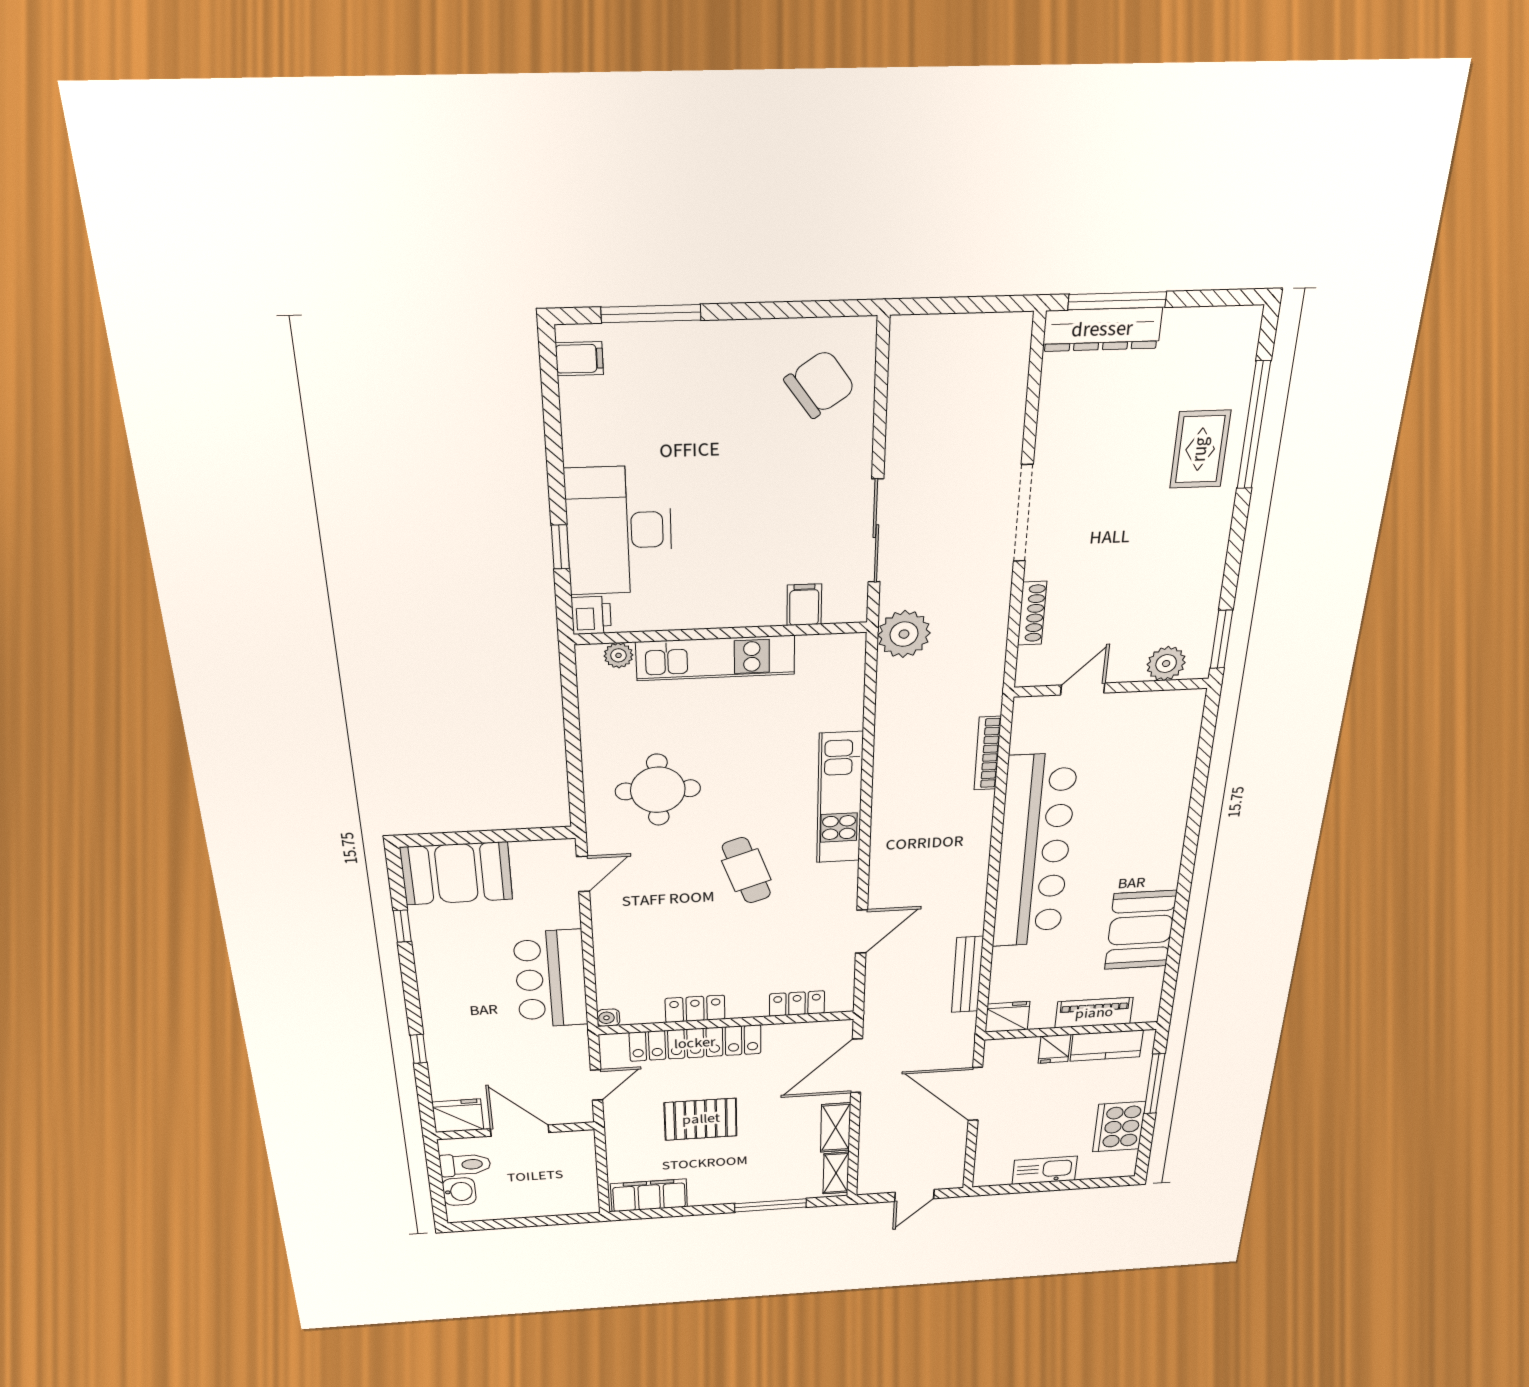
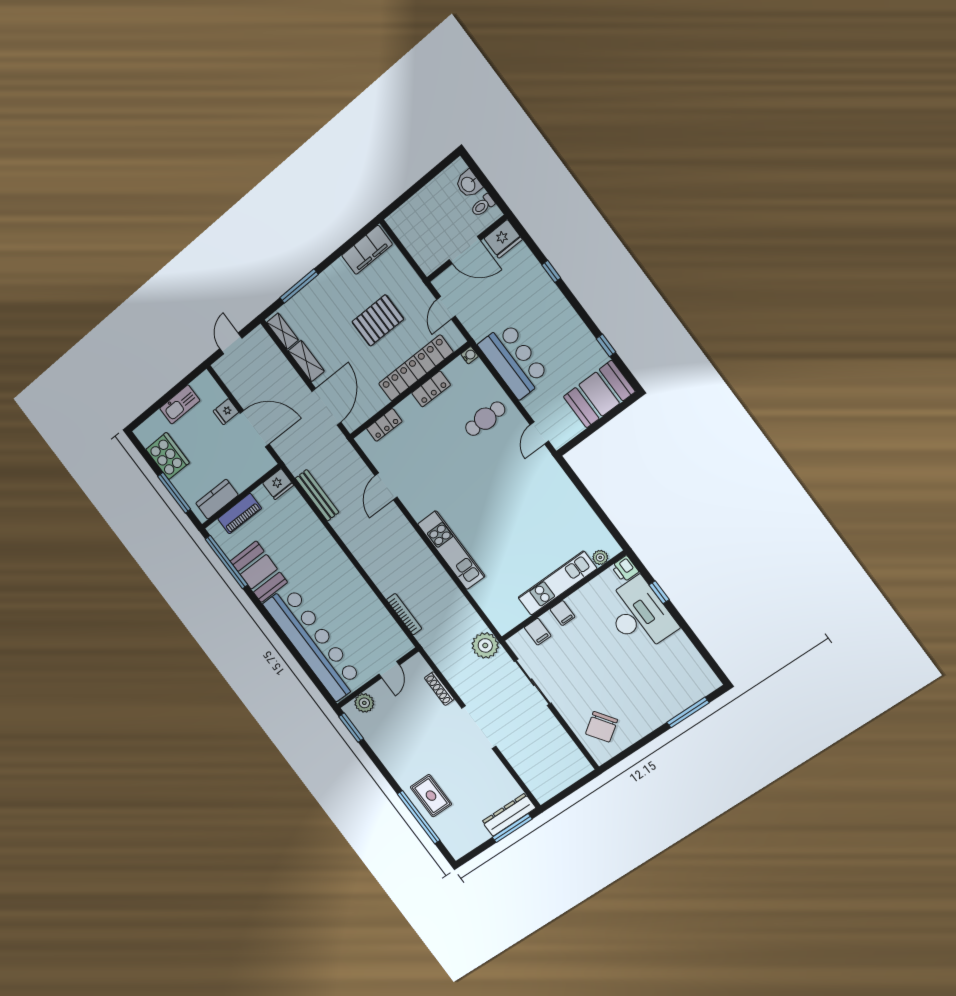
filing cabinet: (579, 359) -> (562, 613), moved, turned -90
round table: (658, 790) -> (536, 501), removed
bar counter: (1034, 852) -> (313, 643), moved, turned 180
cafe table: (746, 870) -> (485, 419), moved, turned -71
window: (1172, 967) -> (226, 562), added
fridge: (1054, 1049) -> (226, 412), moved, turned -90
toilet: (465, 1165) -> (483, 205), width x0.73, depth x0.72

